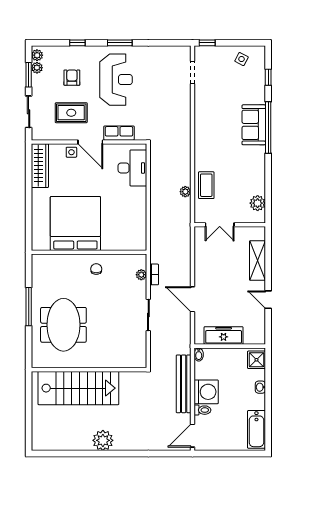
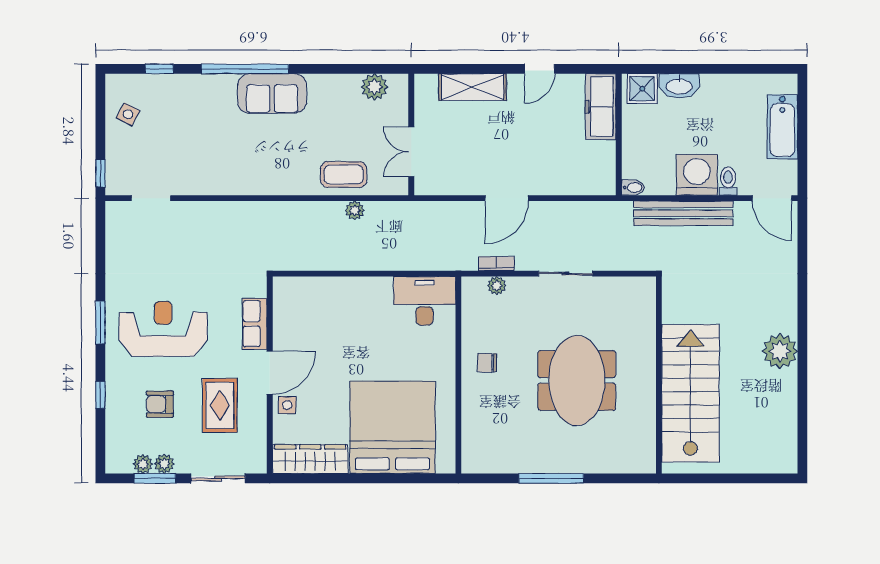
plant: (37, 55) -> (164, 464), moved
sofa: (254, 125) -> (272, 93), moved
desk: (132, 168) -> (425, 301), moved
bed: (75, 224) -> (392, 427), moved, turned 90
double door: (220, 225) -> (411, 152), swing flipped
door: (192, 299) -> (507, 198), moved
meeting table: (63, 325) -> (577, 380), moved, turned 90
freezer: (224, 336) -> (601, 107), moved
washbasin: (260, 387) -> (679, 86), width x1.91, depth x1.45
bathtub: (256, 429) -> (782, 127), moved, turned 90

